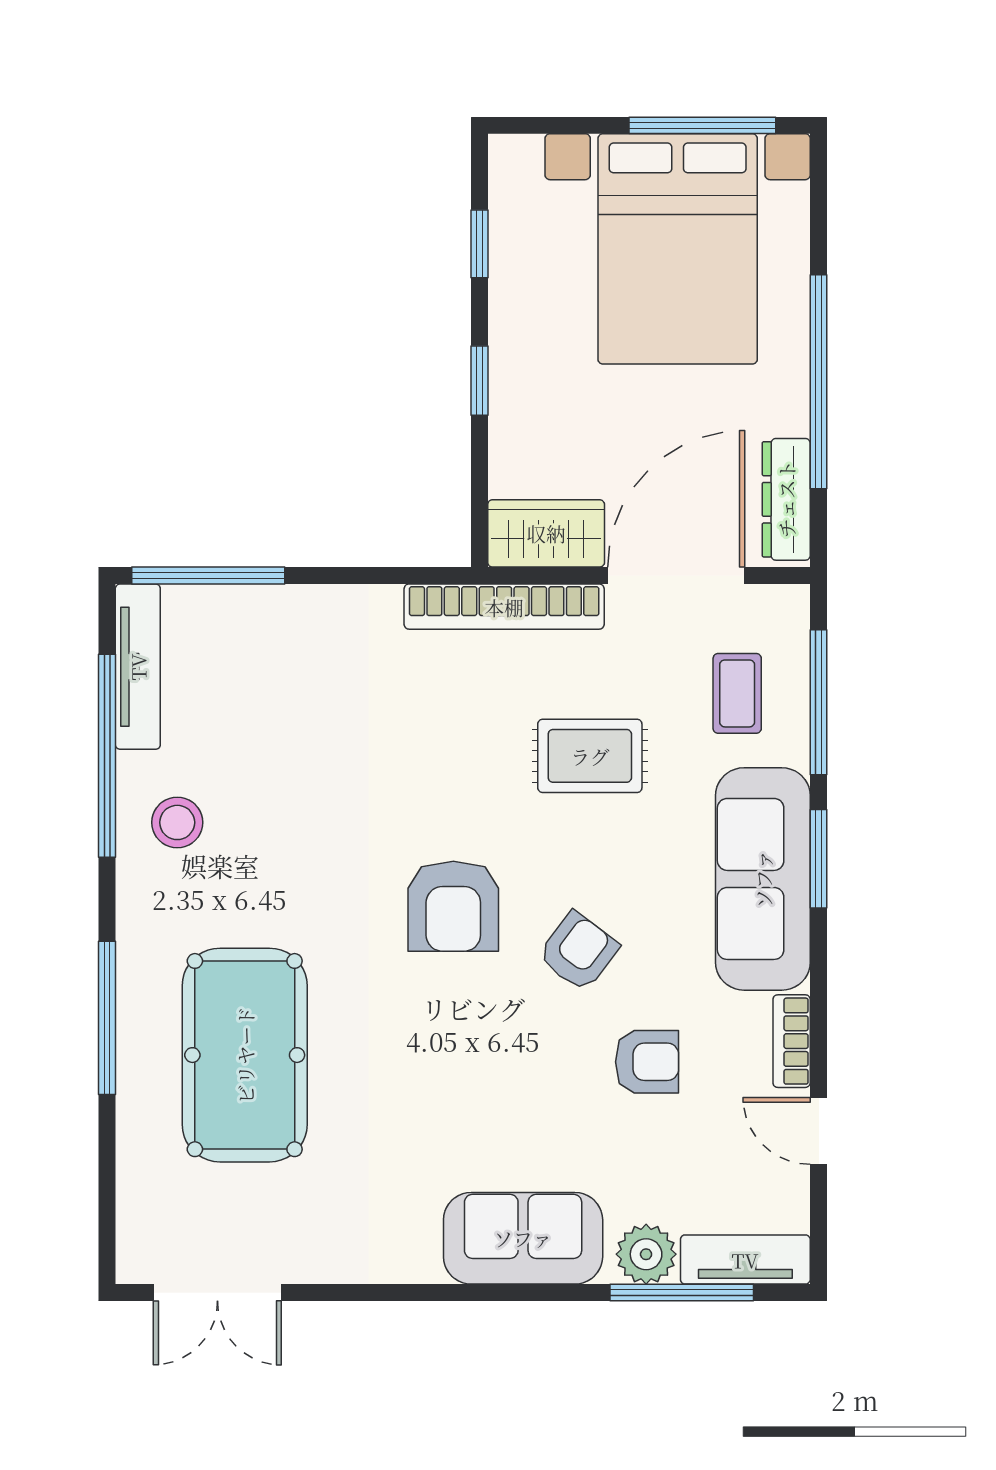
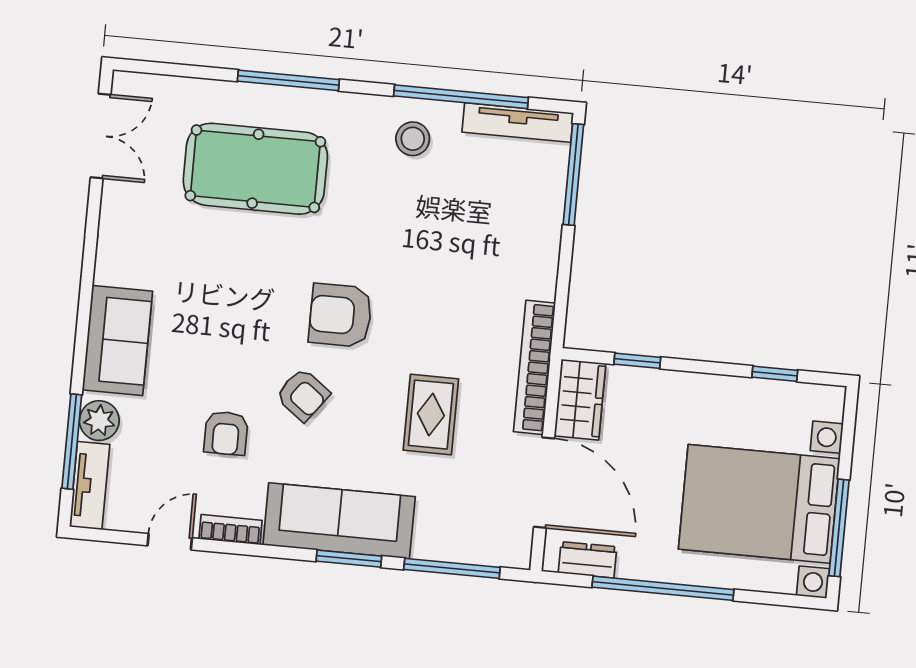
window: (479, 381) -> (637, 361), moved
dresser: (786, 499) -> (588, 560), width x0.70
coffee table: (737, 693) -> (463, 515), removed
double door: (217, 1293) -> (101, 136), swing flipped

